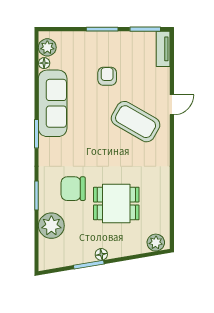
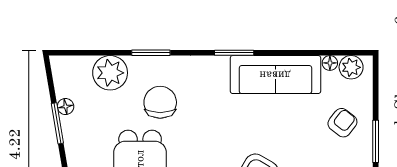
armchair: (107, 76) -> (342, 123), moved, turned -52
floor lamp: (101, 254) -> (66, 107), moved

